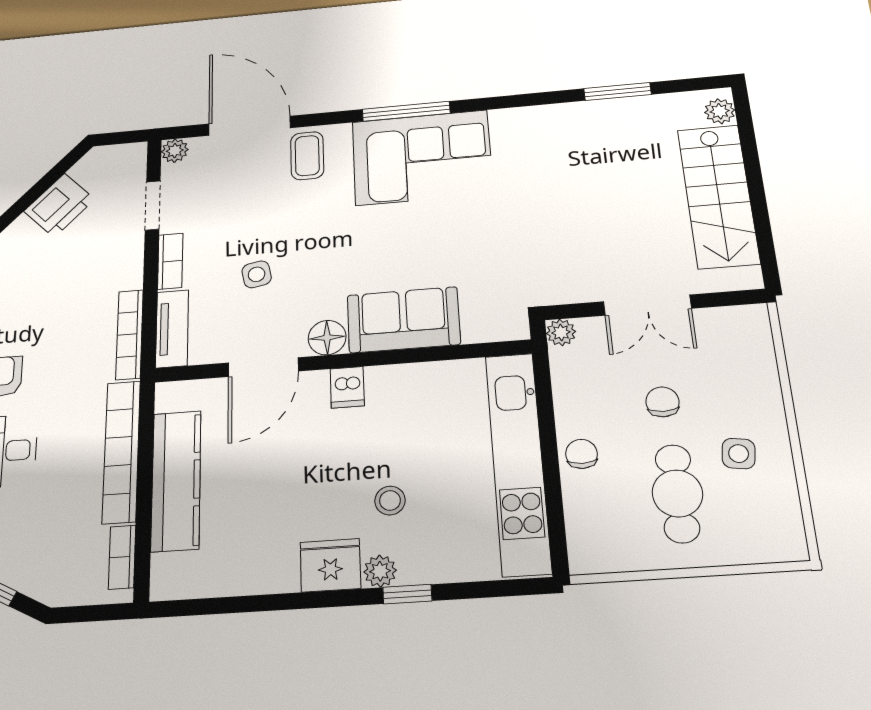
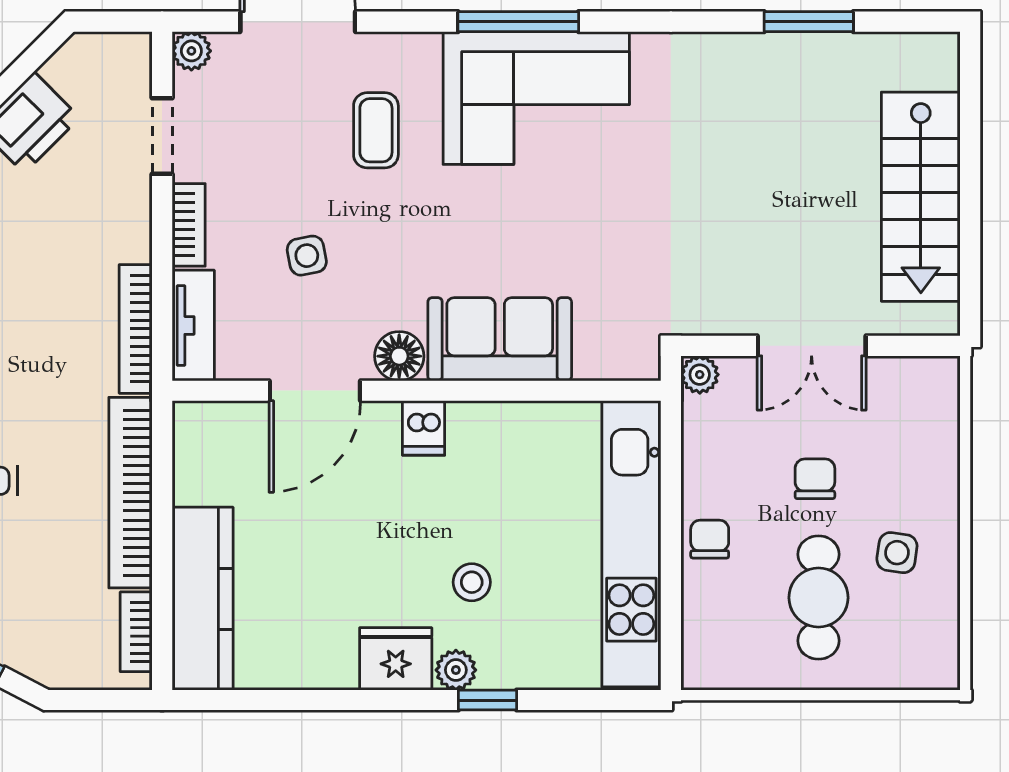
plant: (720, 111) -> (940, 68), removed
coffee table: (307, 156) -> (376, 130), moved
kitchen counter: (176, 480) -> (203, 599), moved

